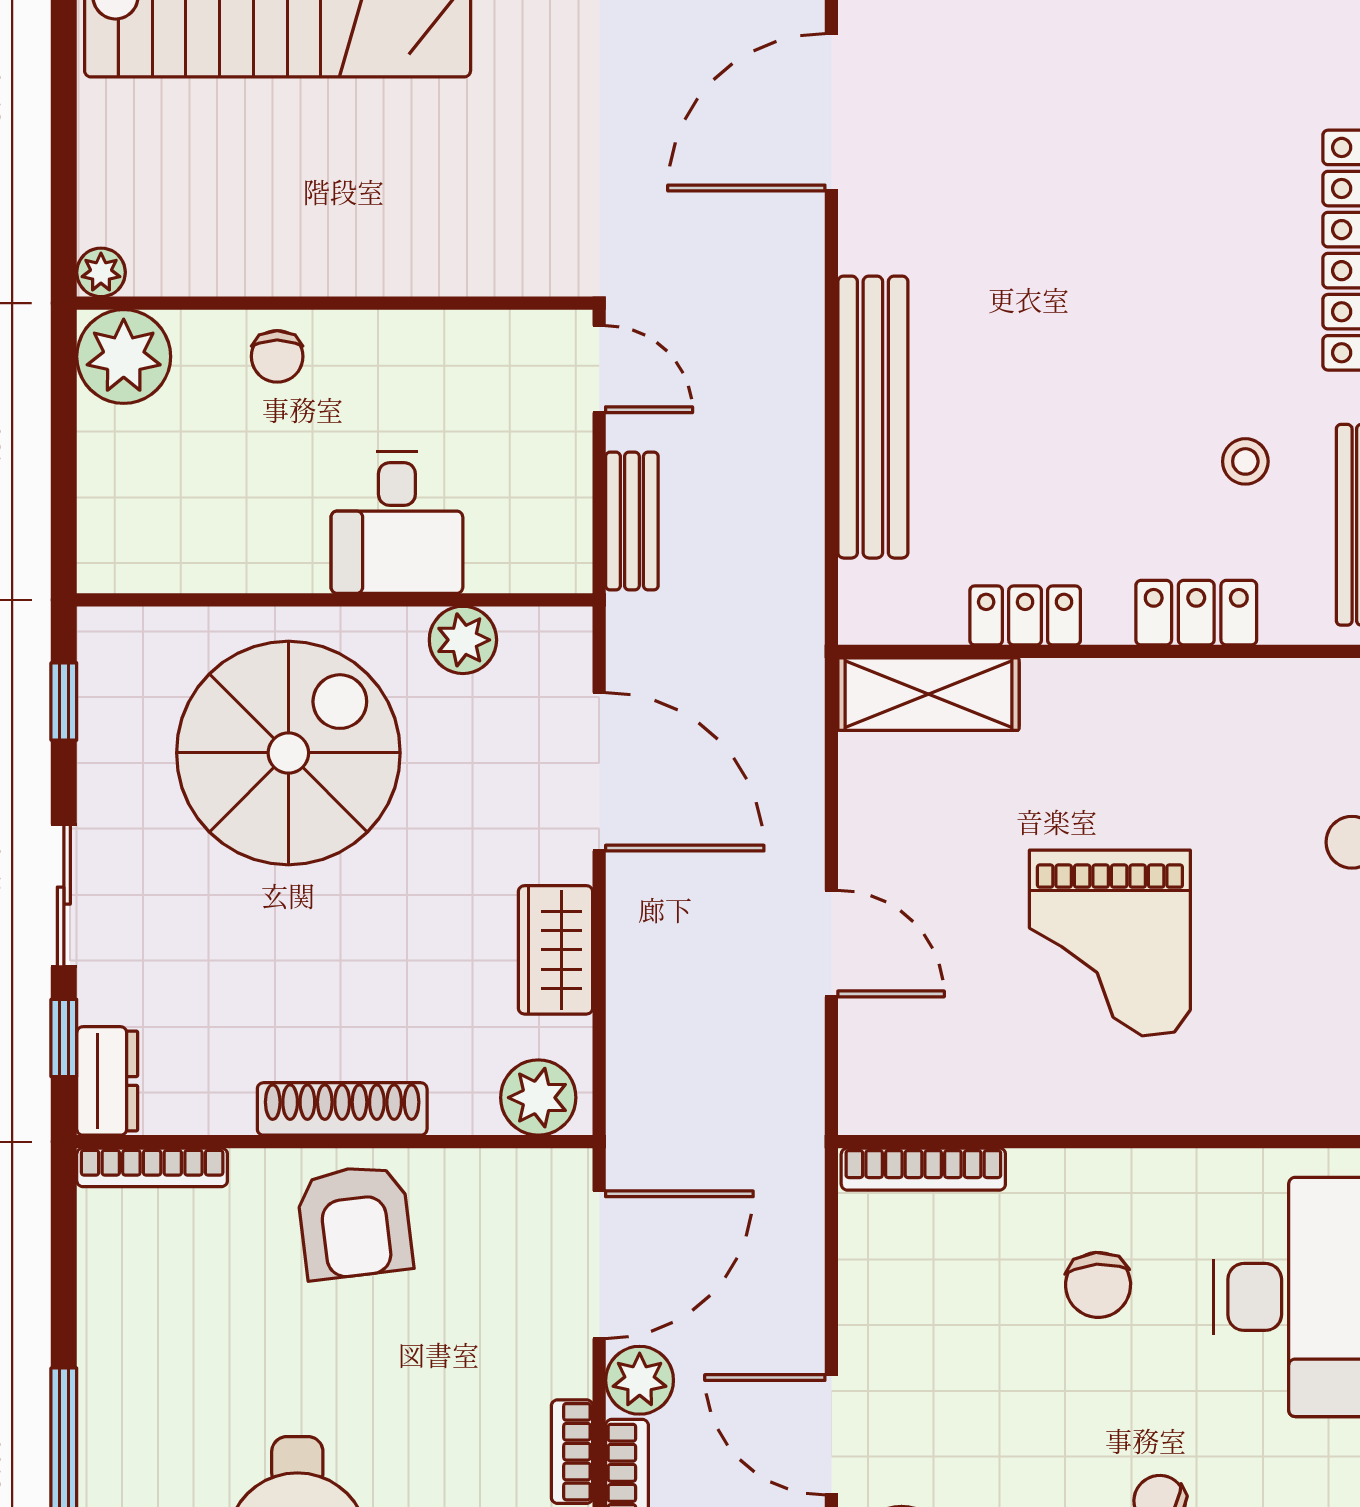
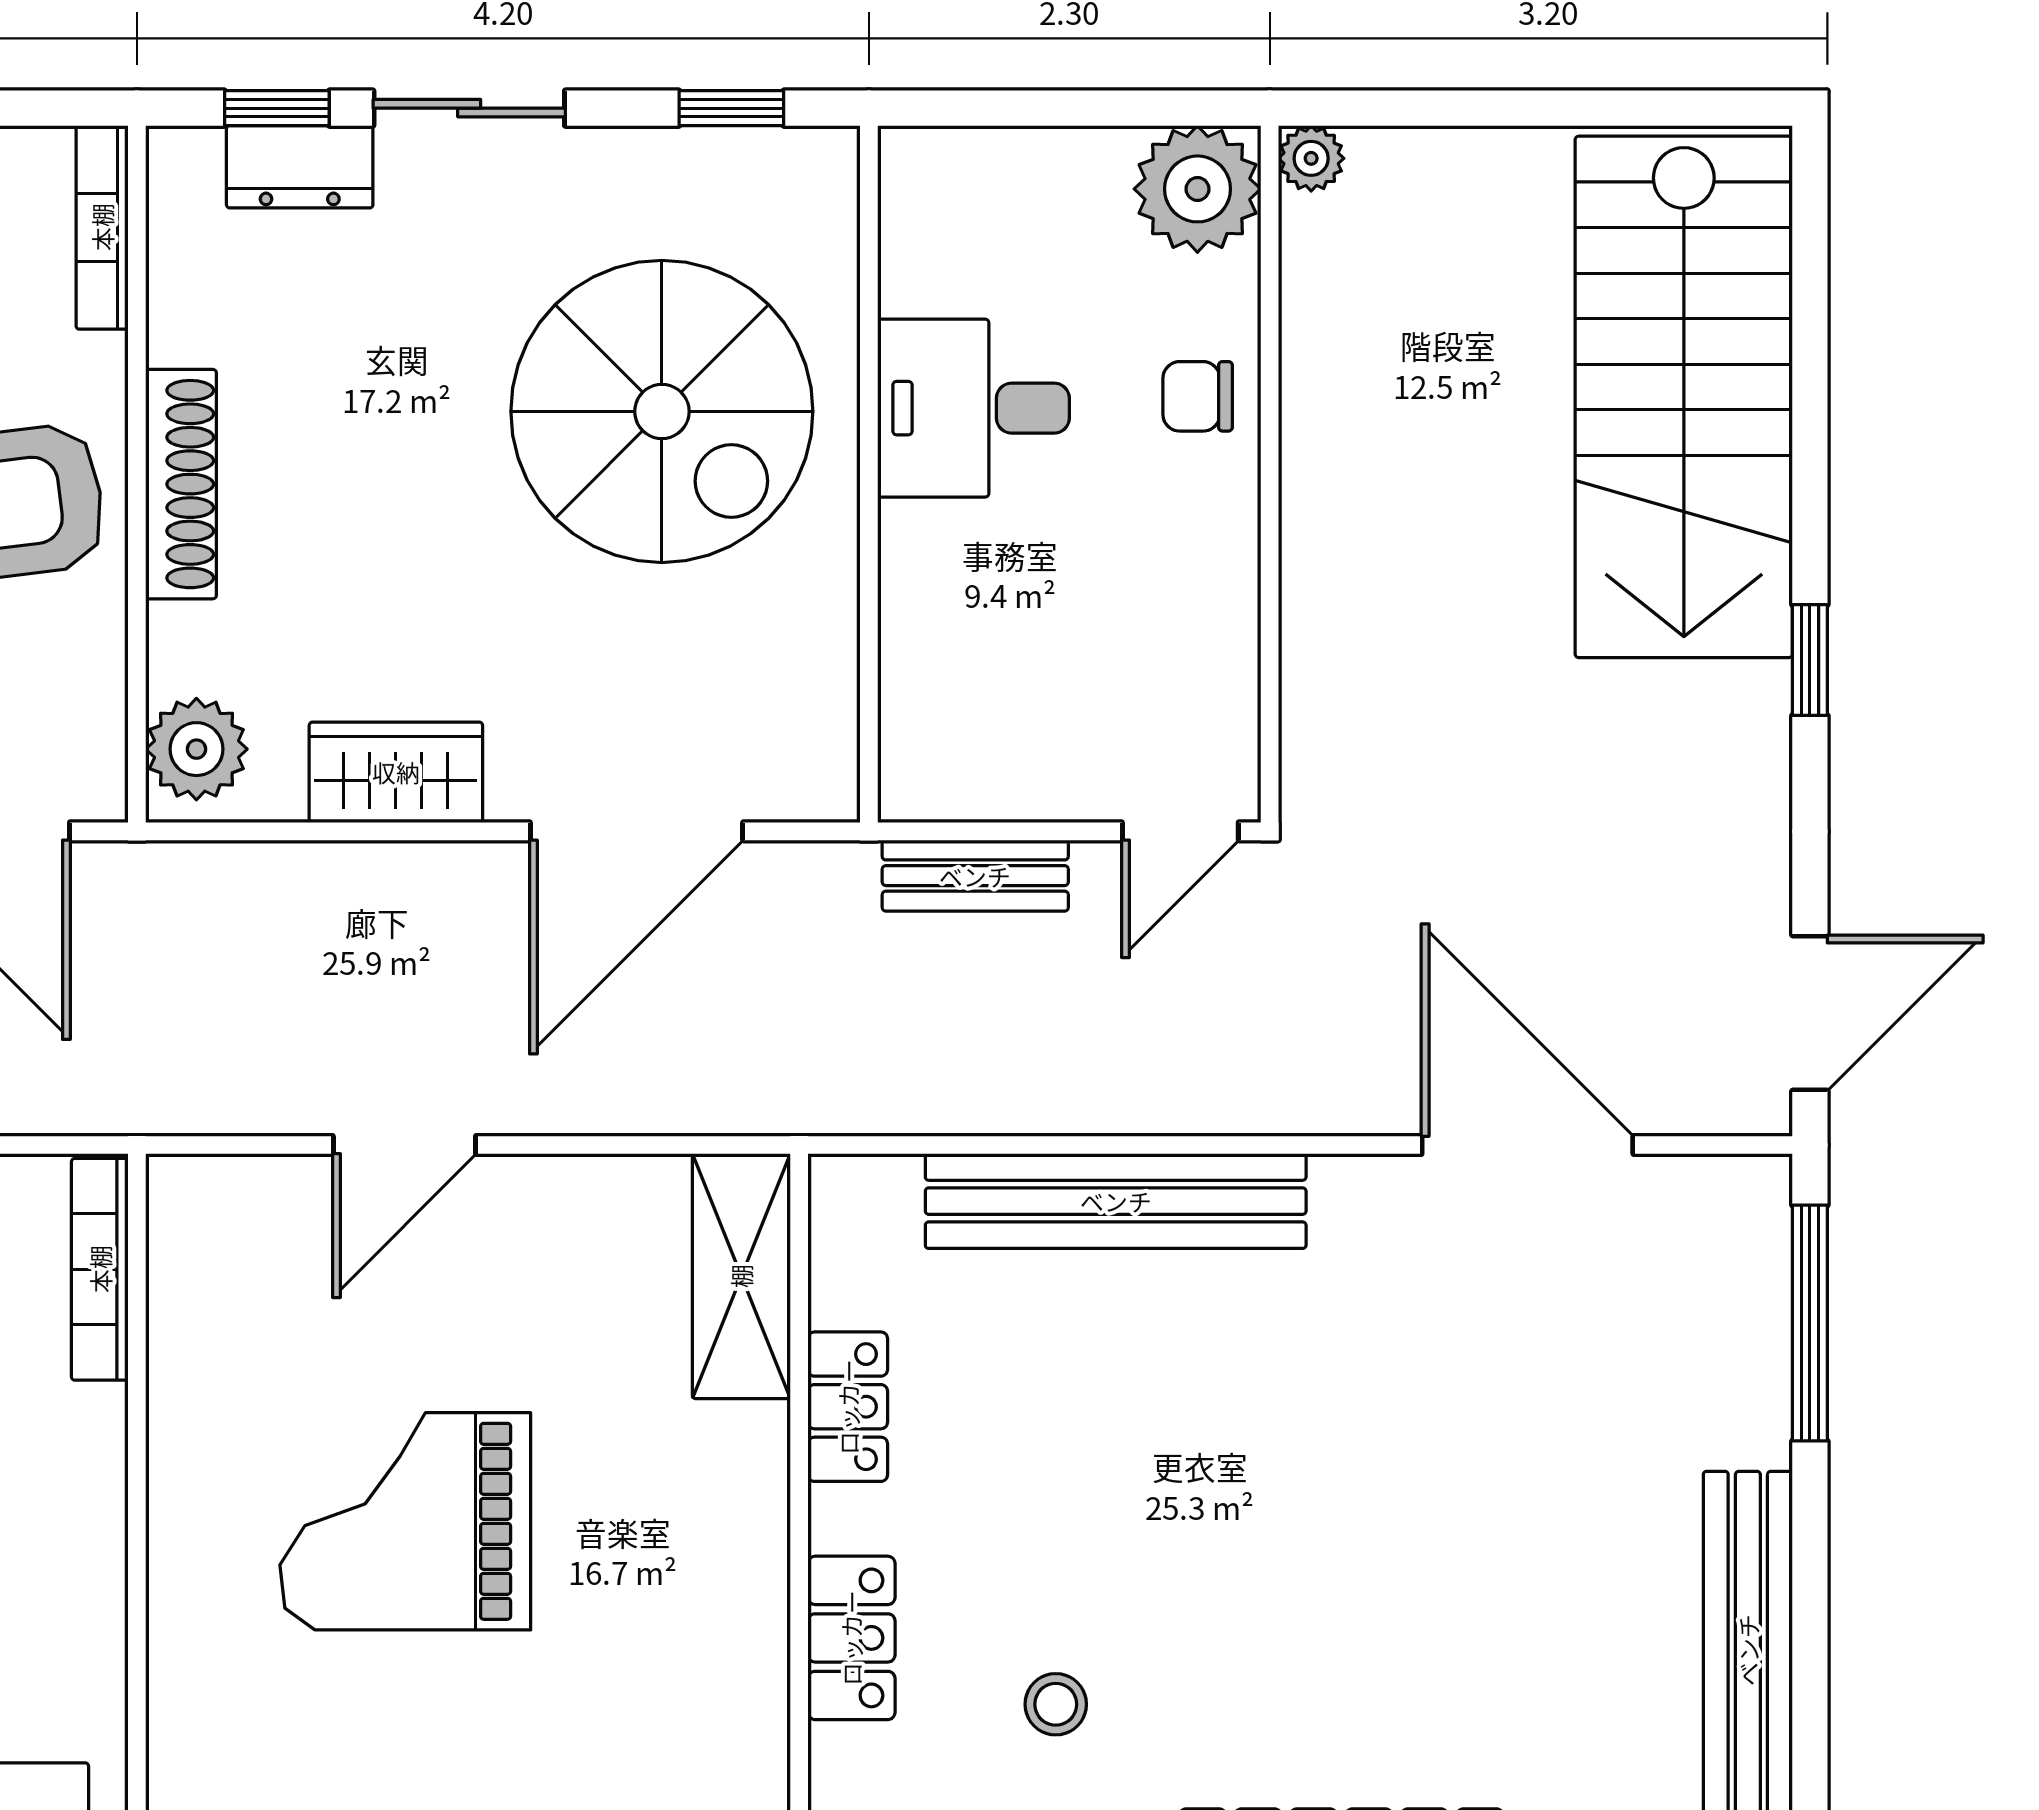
desk: (397, 522) -> (973, 408), moved
plant: (463, 640) -> (815, 647), removed
dresser: (107, 1081) -> (300, 167), moved

